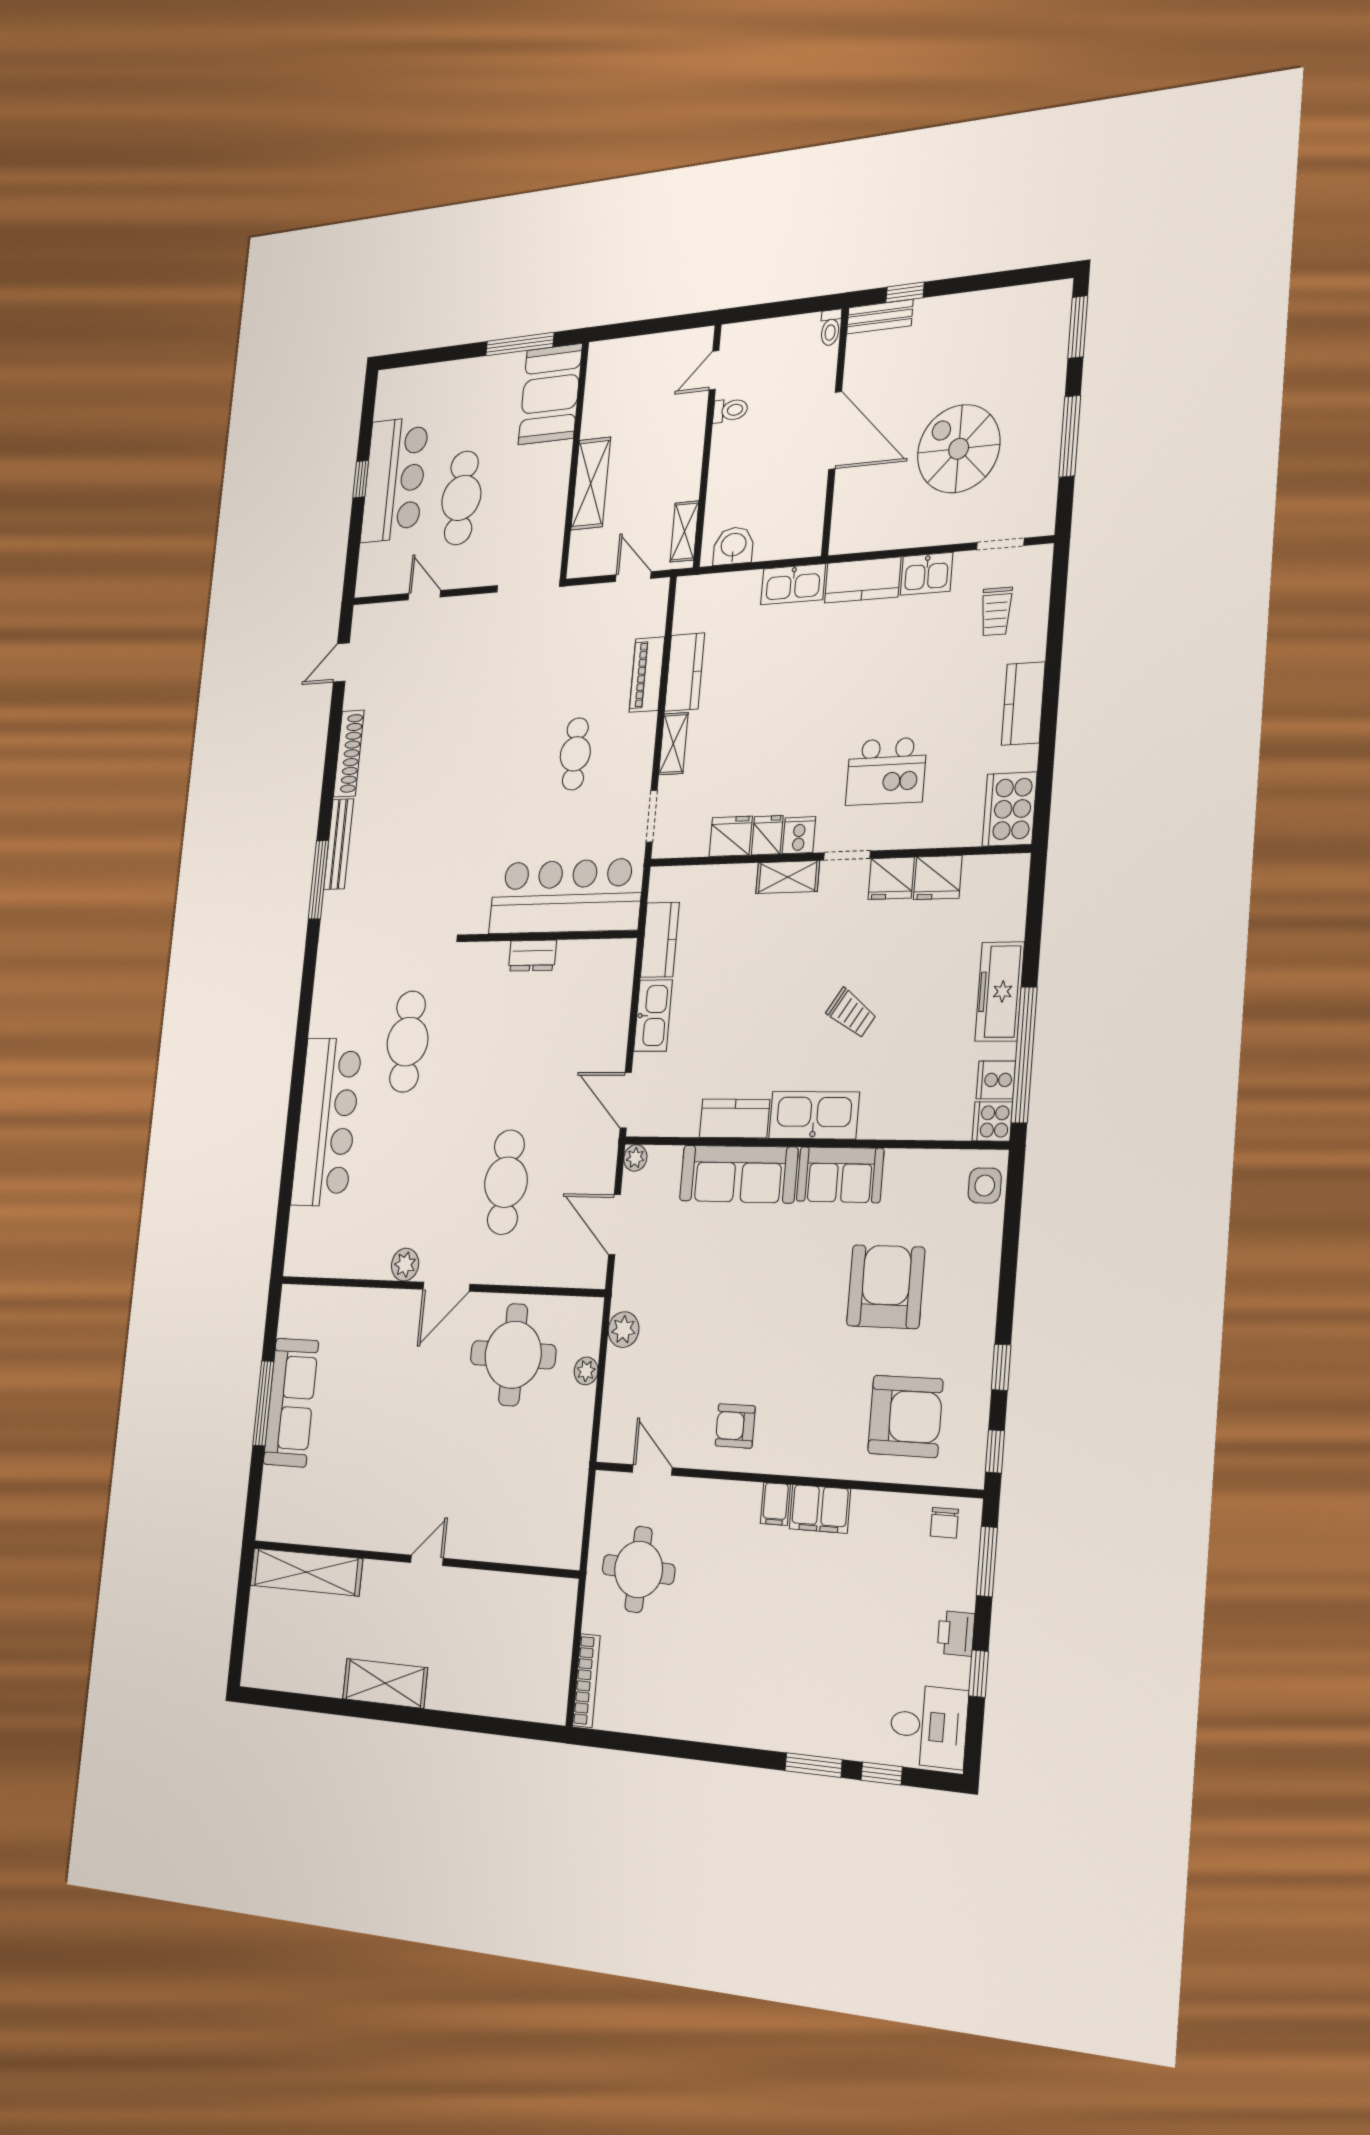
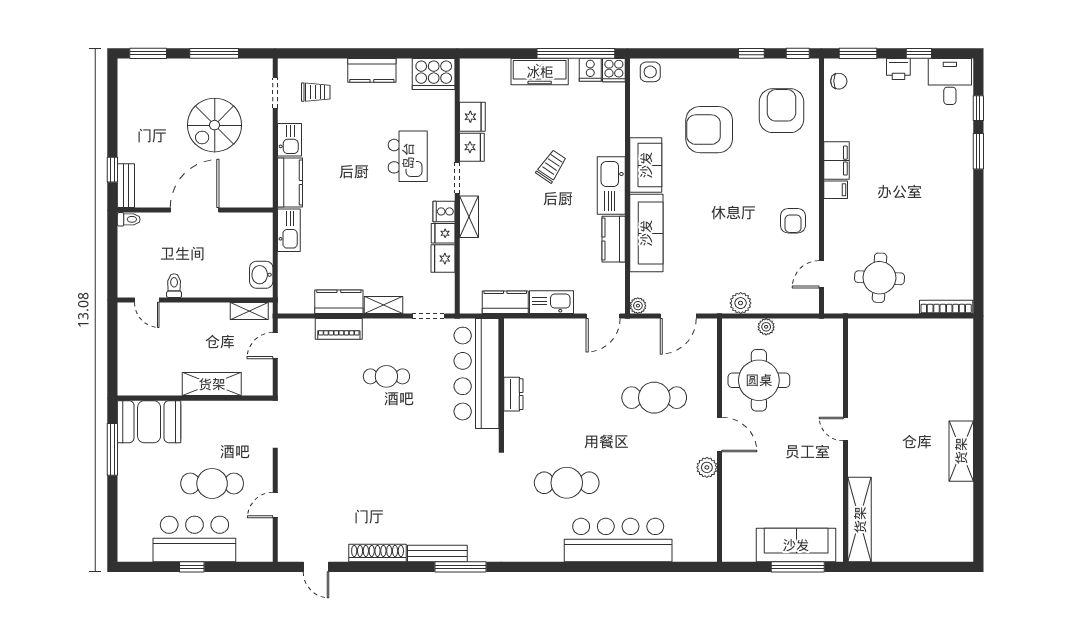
wall: (412, 1559) -> (846, 440), moved
door: (427, 1560) -> (846, 429), moved
shelving: (306, 1572) -> (860, 520), moved

